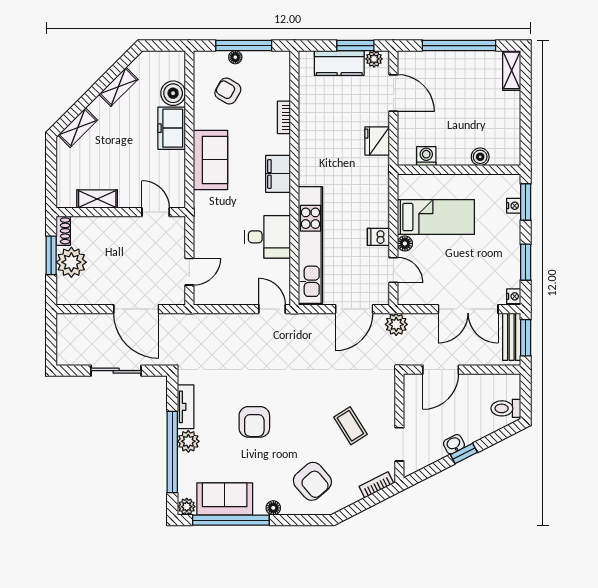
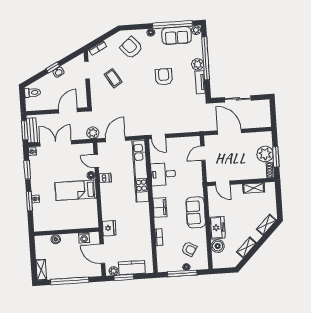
washing machine: (426, 156) -> (84, 238), moved
boiler: (480, 157) -> (56, 239), moved
wall: (459, 170) -> (66, 232), moved

